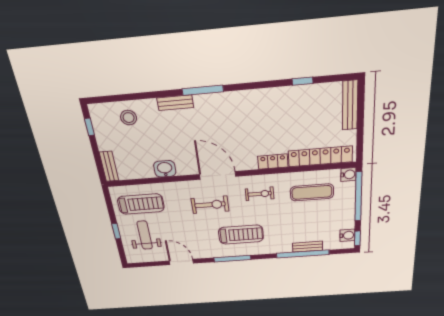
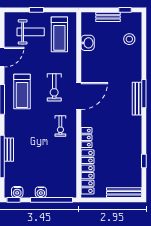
bench: (175, 103) -> (137, 99), moved, width x1.36
bench: (109, 166) -> (108, 17), moved
washbasin: (165, 169) -> (88, 43), moved
water cooler: (348, 174) -> (41, 192), moved
exercise mat: (312, 192) -> (58, 165), removed
treadmill: (241, 235) -> (22, 92), moved
bench: (308, 247) -> (9, 150), moved

